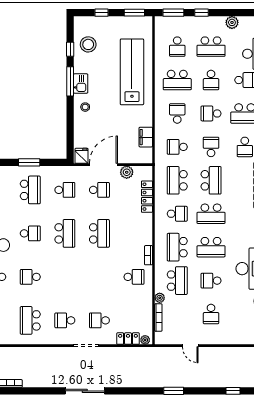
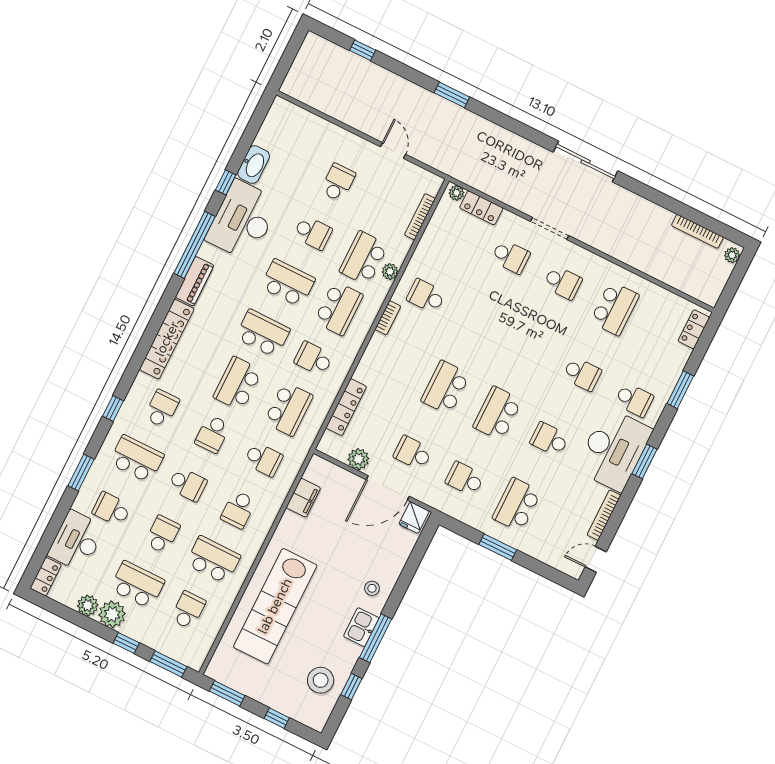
plant: (217, 24) -> (112, 614), added
plant: (160, 298) -> (390, 272), moved

